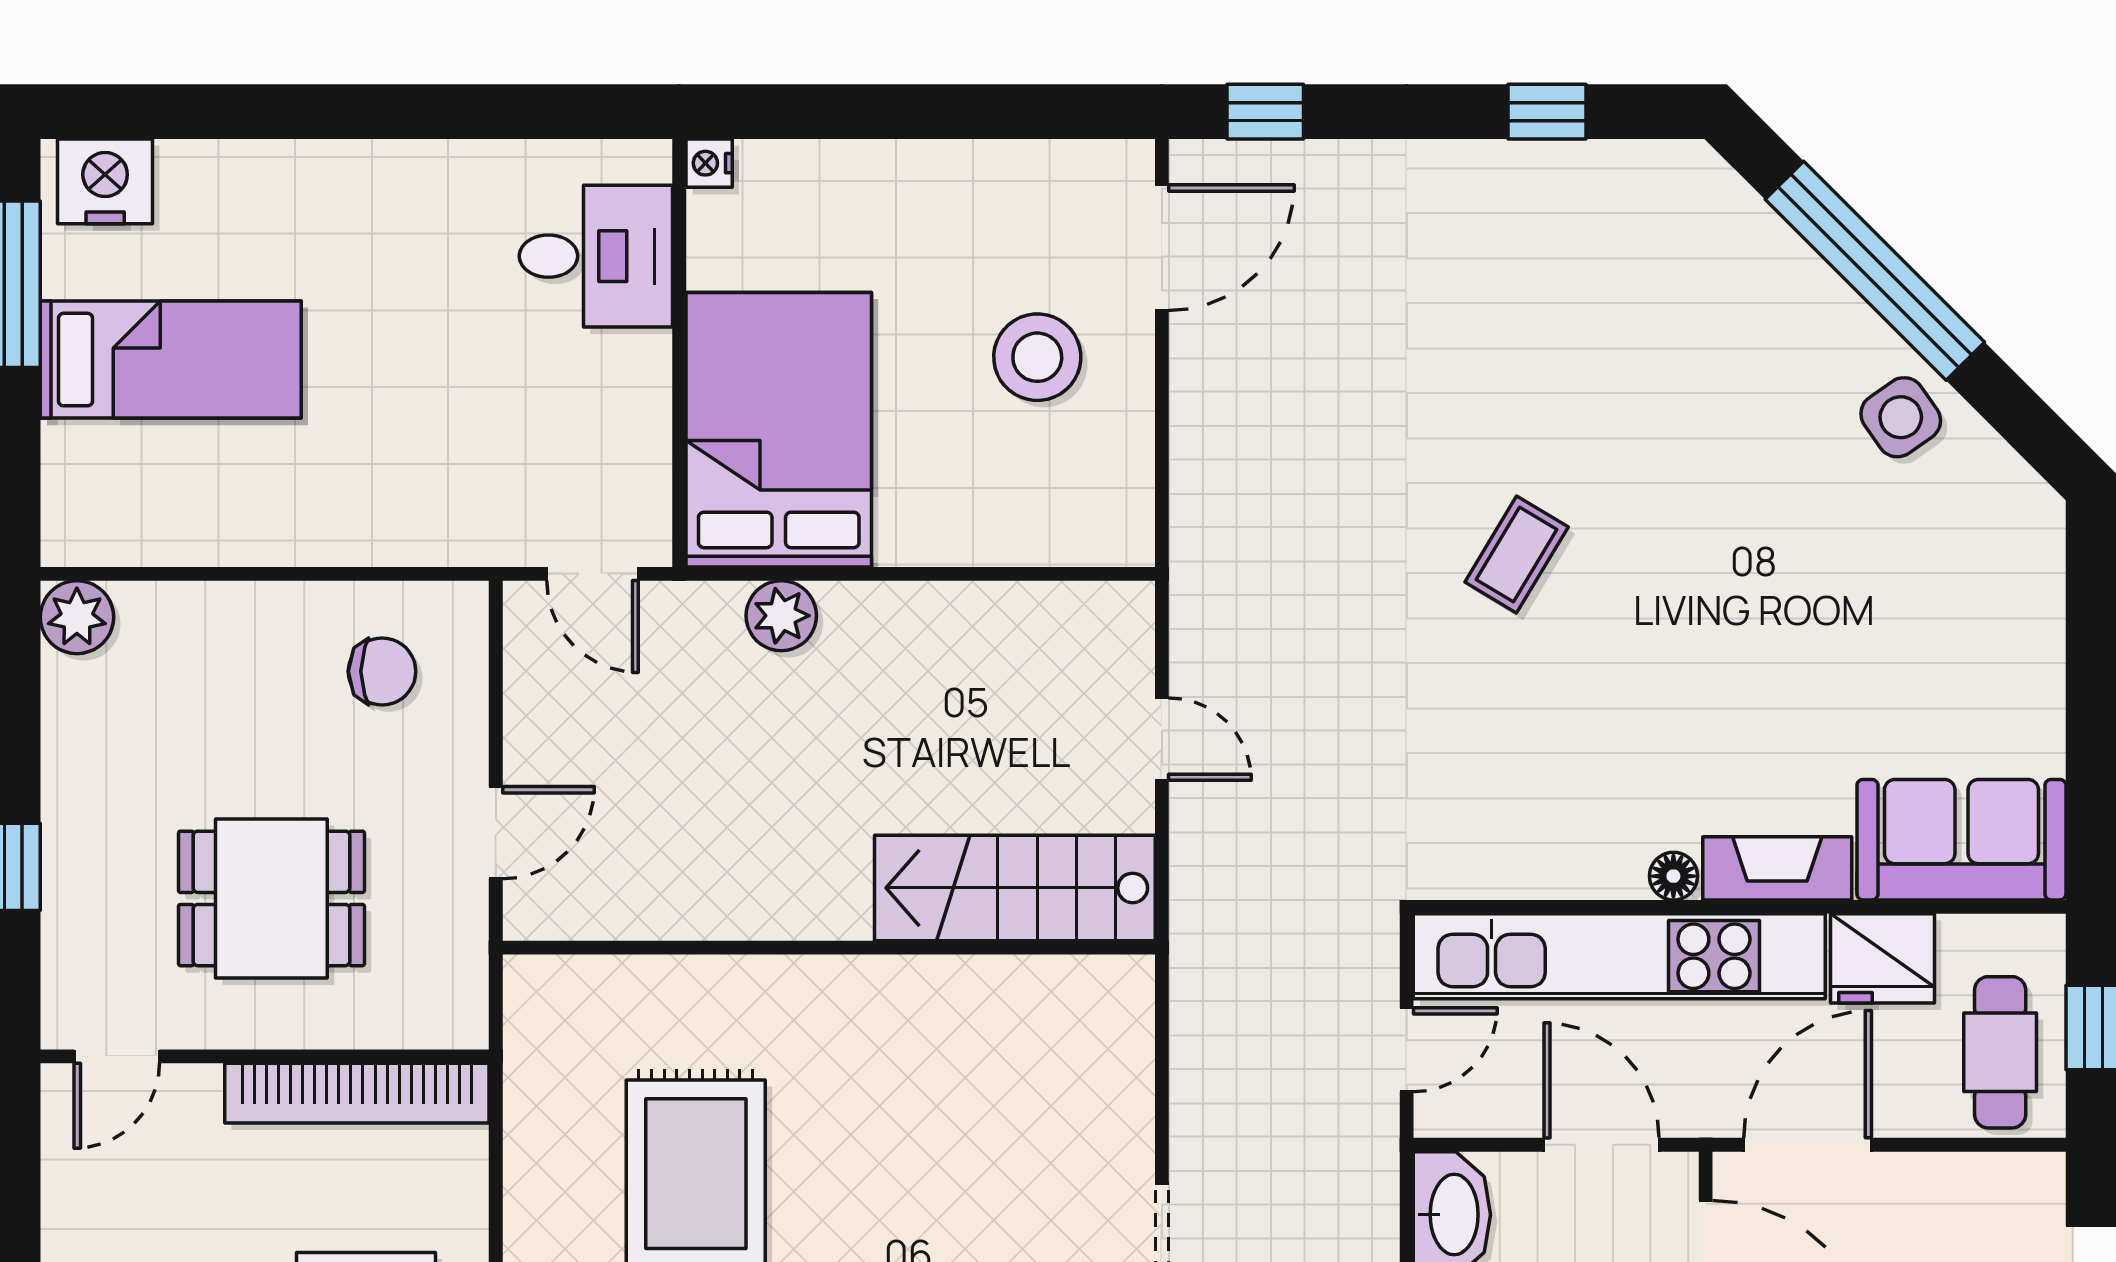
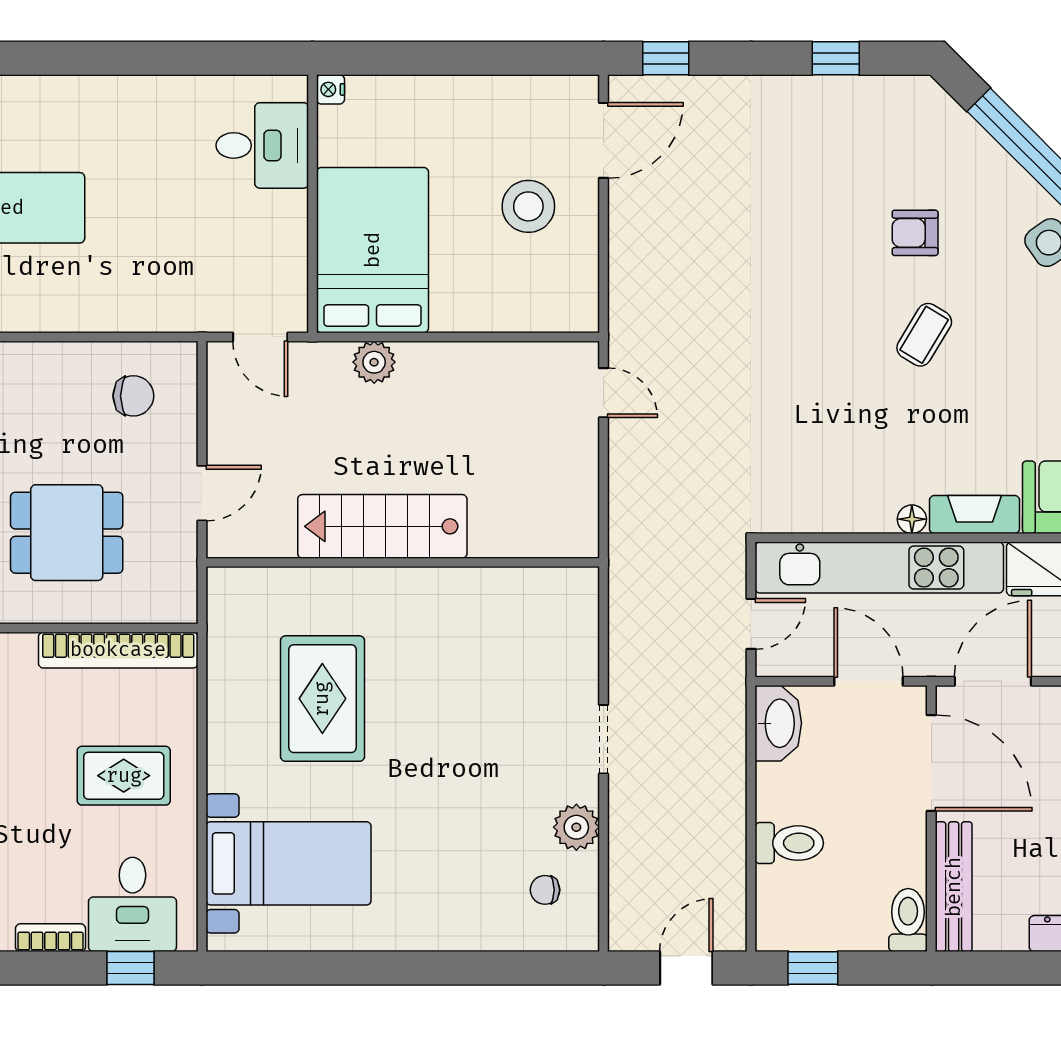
armchair: (1679, 401) -> (915, 233), added
coffee table: (1517, 555) -> (924, 335), moved
door: (1162, 739) -> (604, 393), moved
stairs: (1015, 888) -> (382, 526), moved

